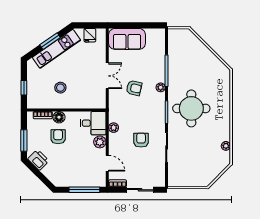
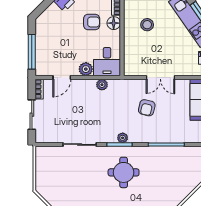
plant: (161, 87) -> (123, 138), moved
round table: (191, 108) -> (124, 172), width x0.73, depth x0.73
armchair: (141, 140) -> (88, 116), removed

